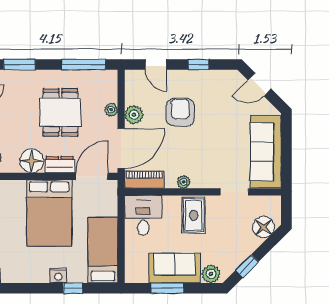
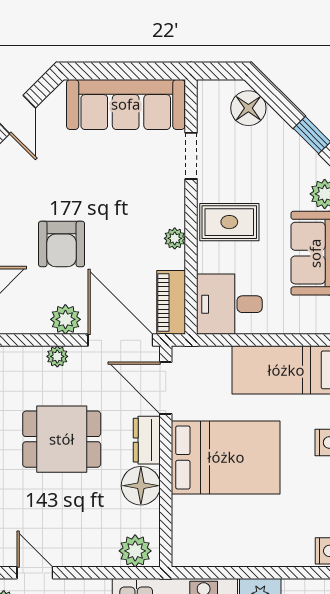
armchair: (180, 112) -> (62, 244), turned -90

